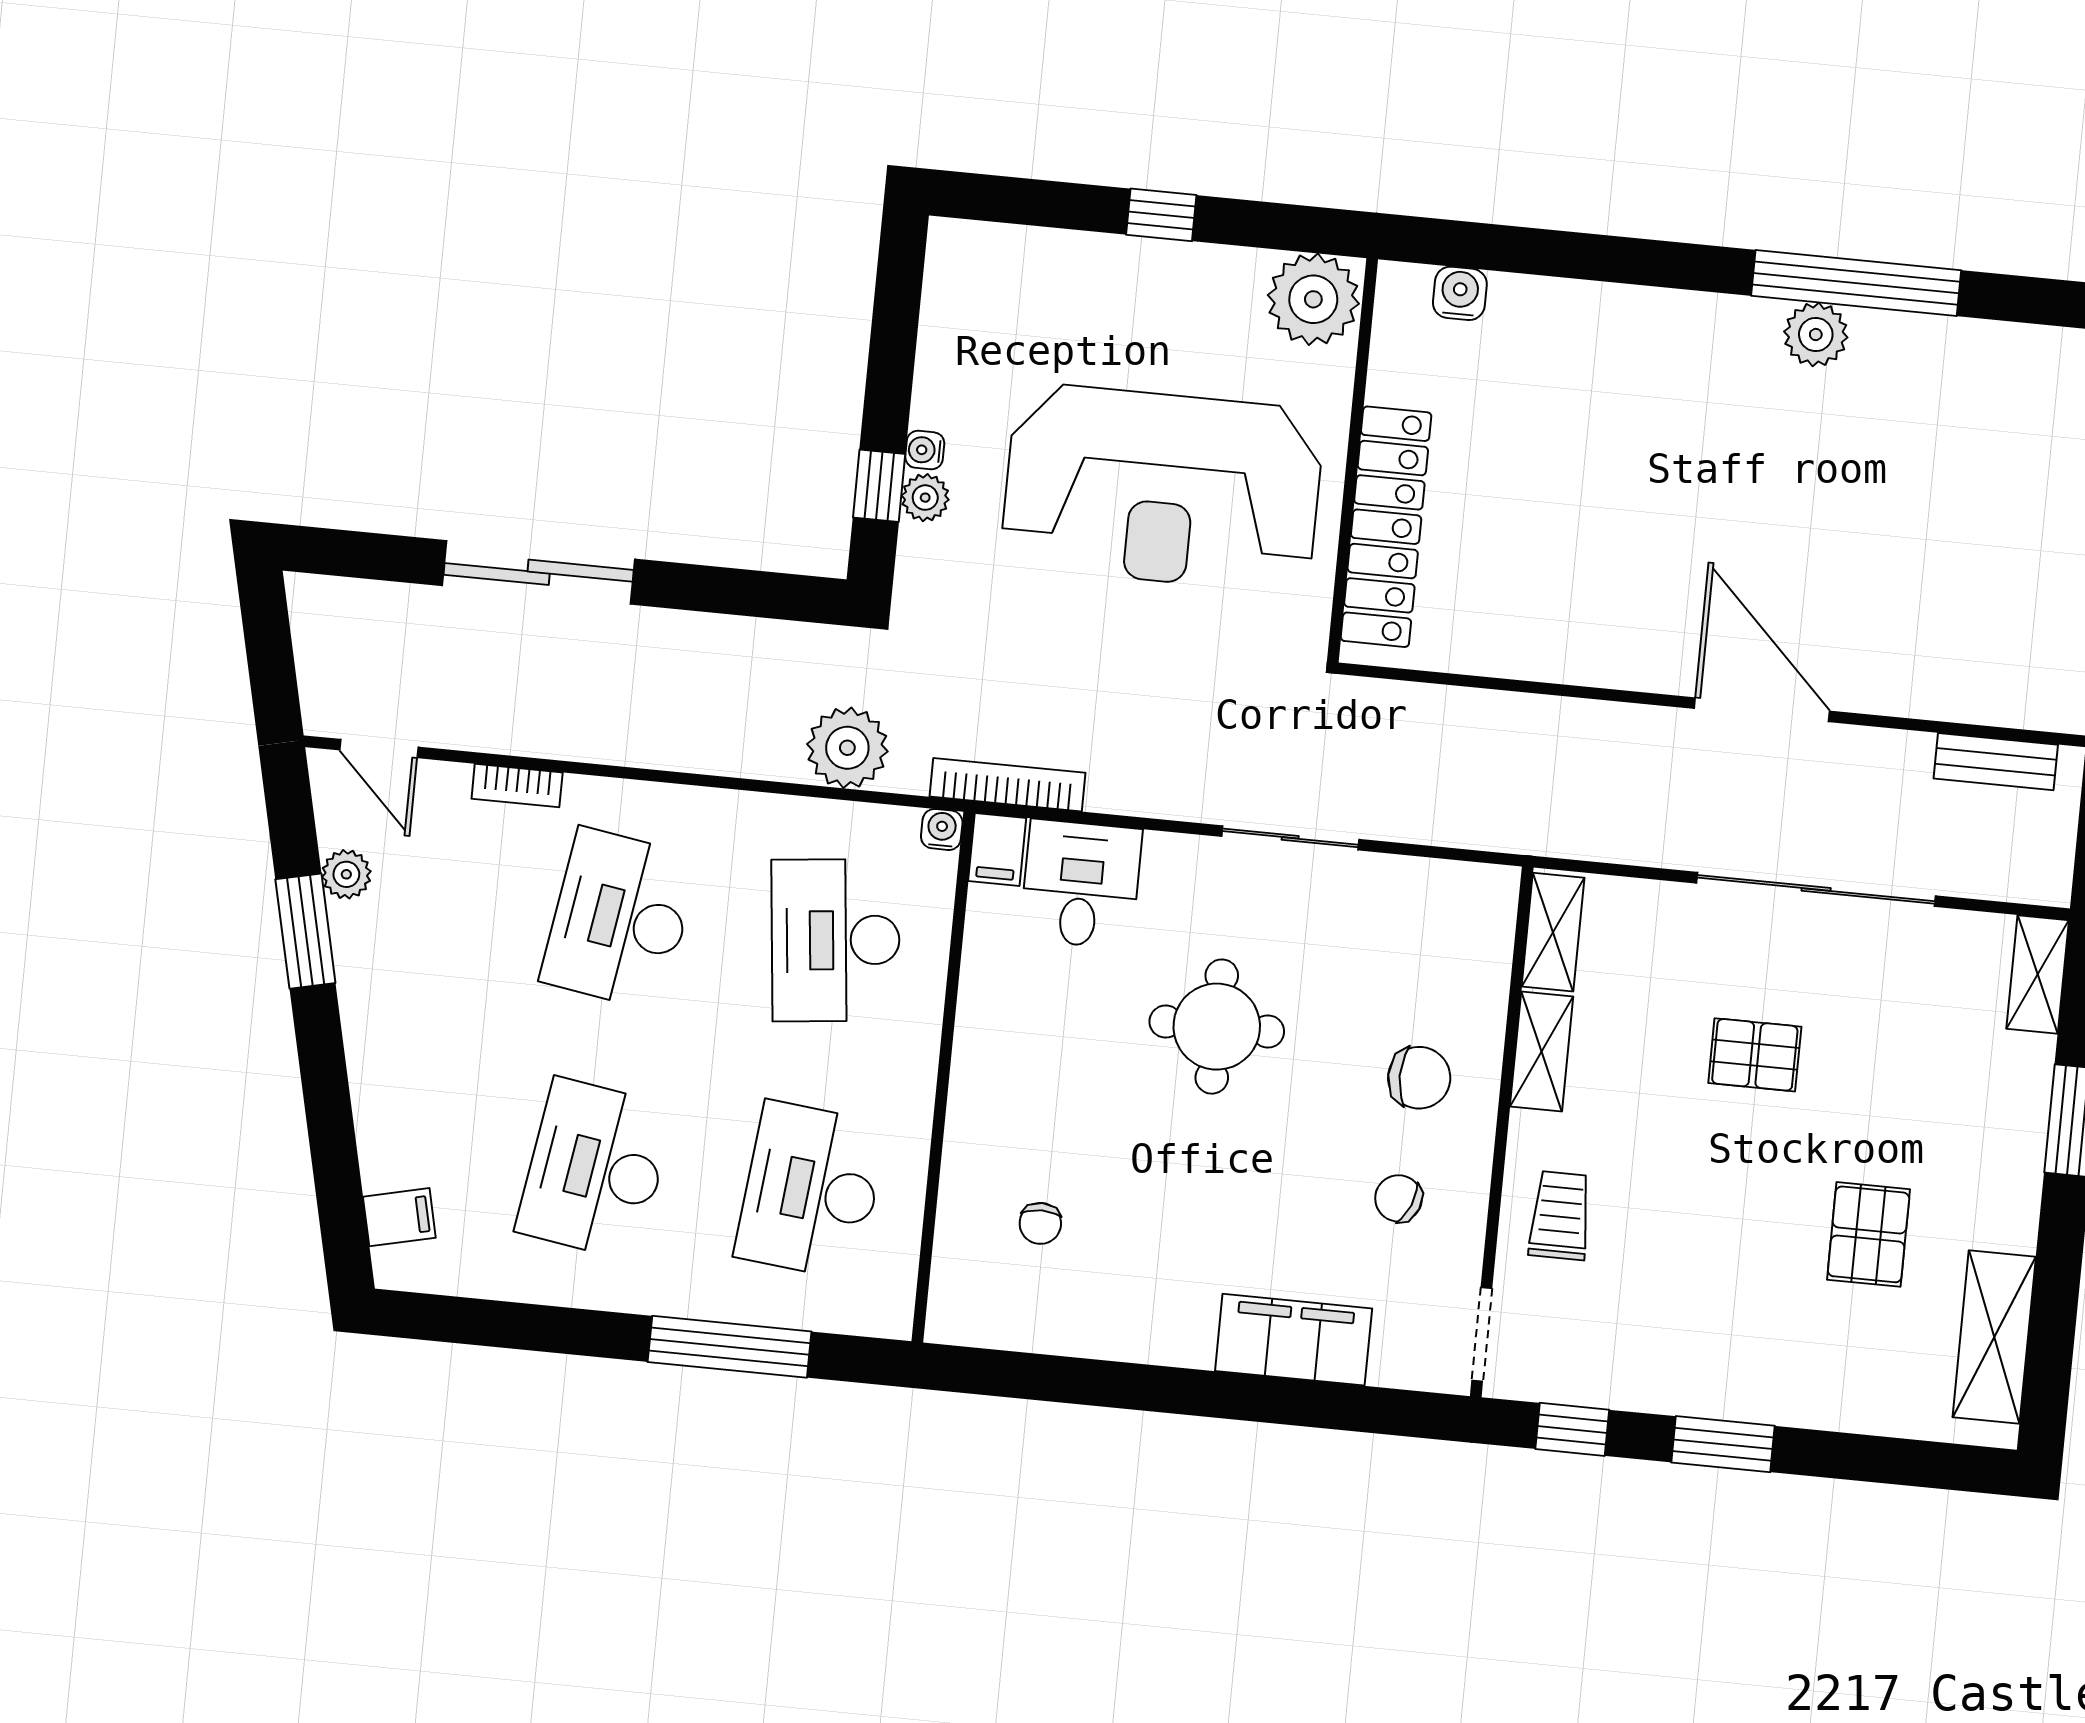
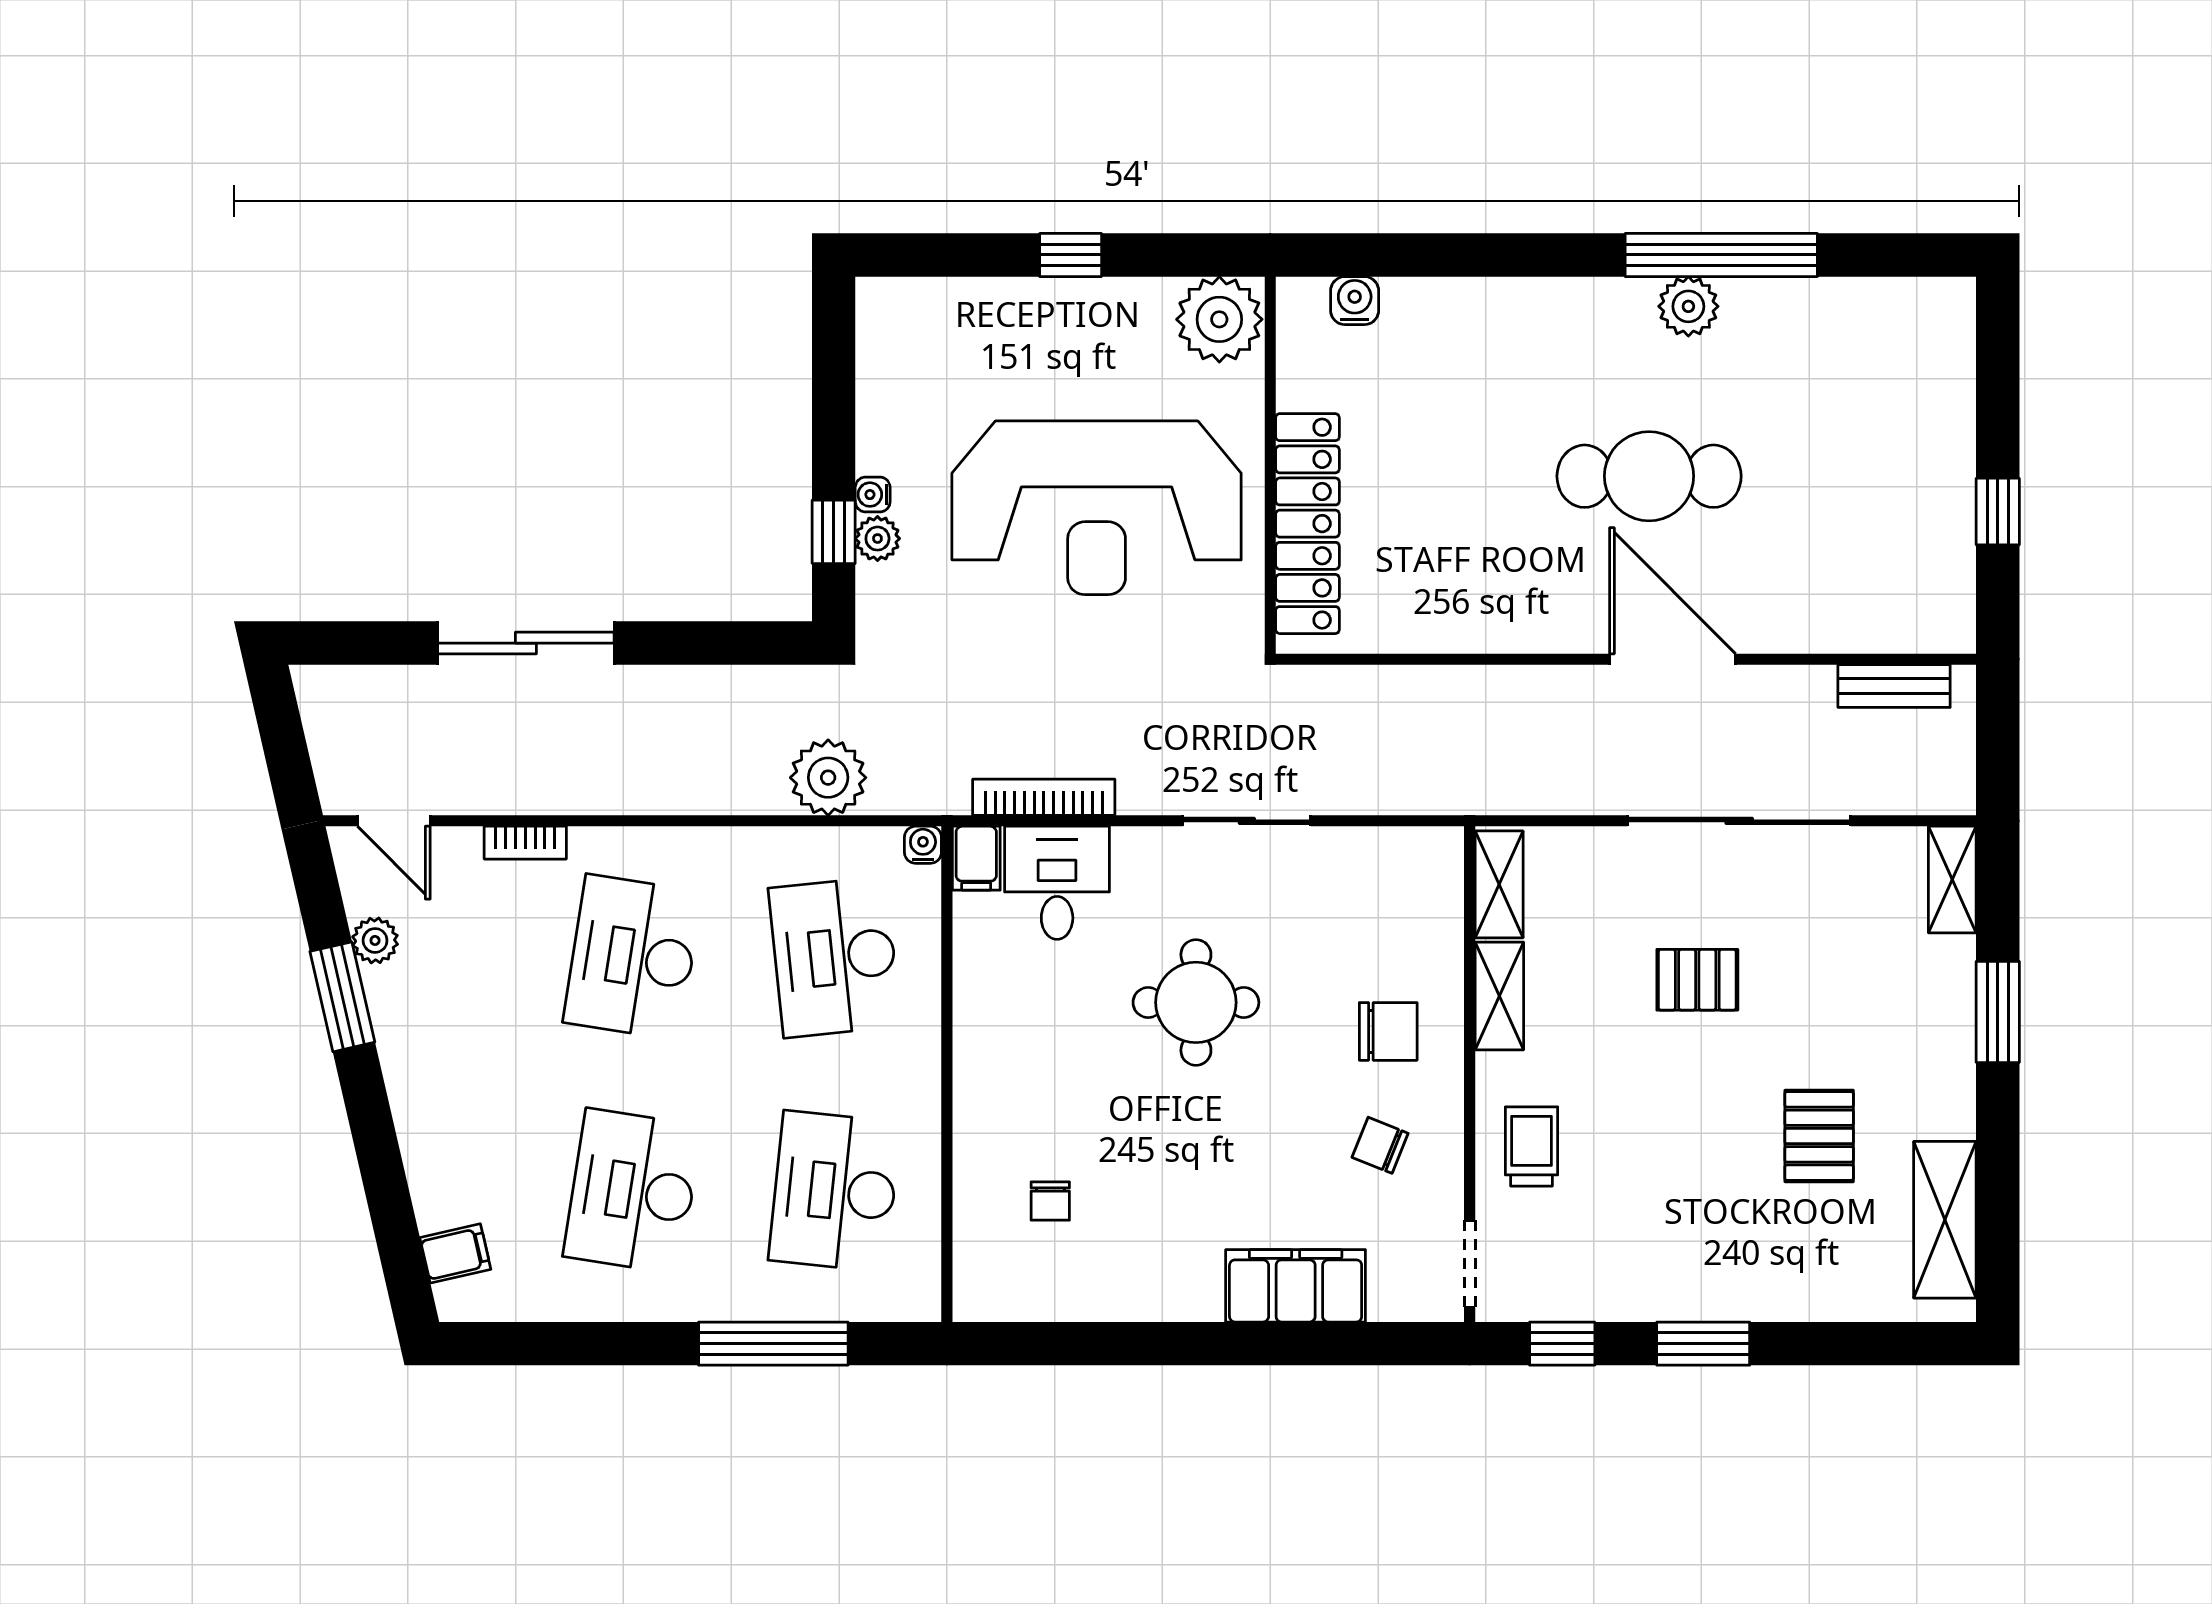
cafe table: (1756, 512) -> (1649, 476), added
bookcase: (1008, 785) -> (1044, 797), moved

